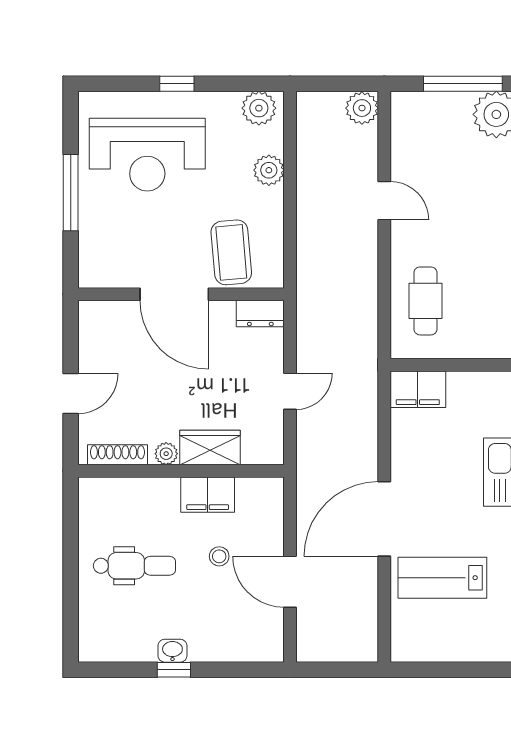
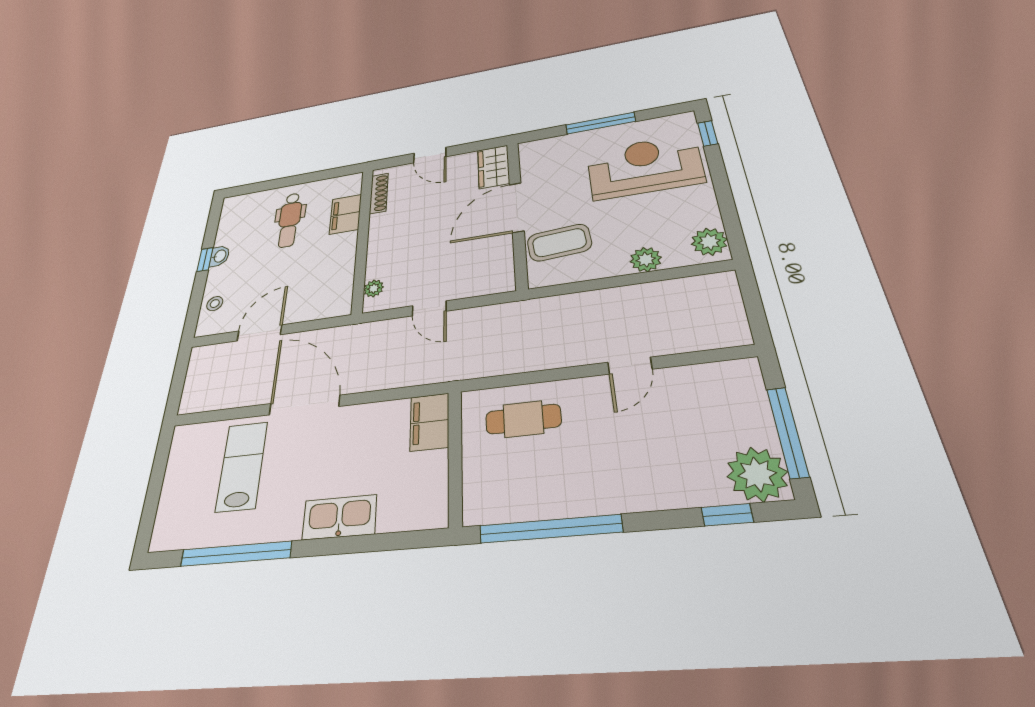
window: (177, 84) -> (708, 133), moved
plant: (362, 108) -> (731, 332), removed
reception desk: (147, 155) -> (644, 167), turned 90
dresser: (260, 313) -> (502, 274), removed
wardrobe: (210, 448) -> (494, 167), moved, turned 180
plant: (166, 454) -> (374, 288), moved
filing cabinet: (208, 495) -> (345, 214), moved
stool: (219, 556) -> (215, 304), moved

